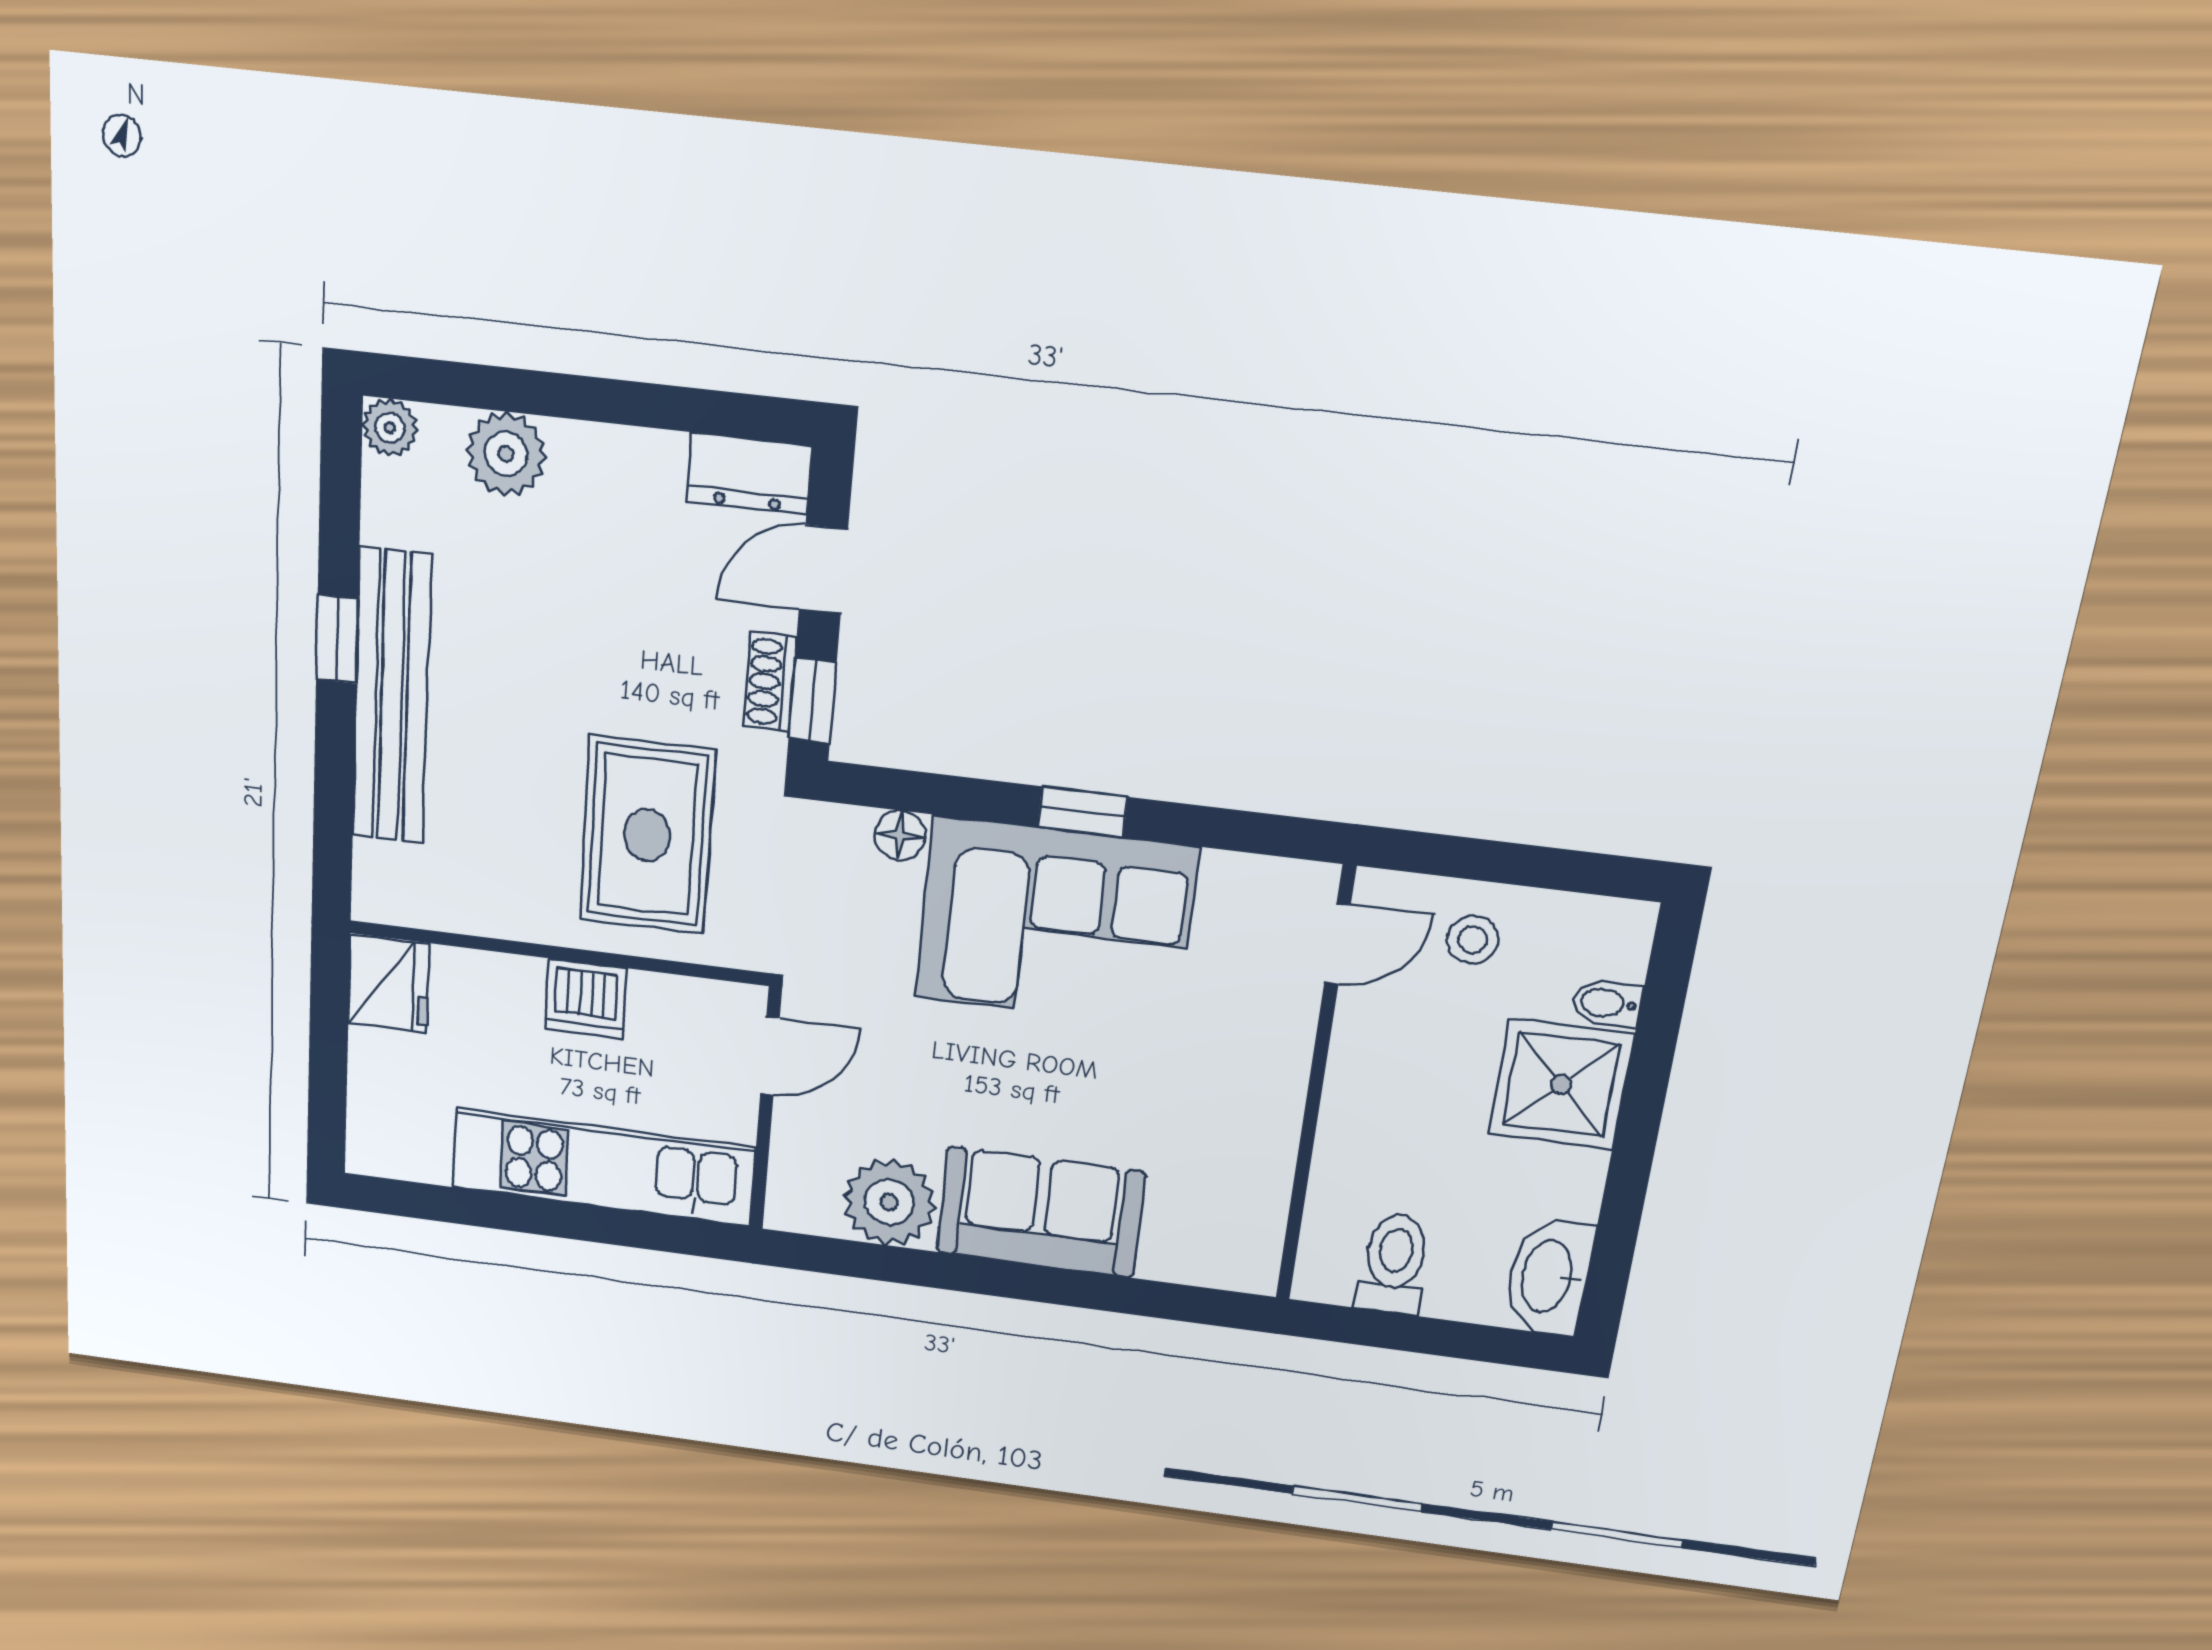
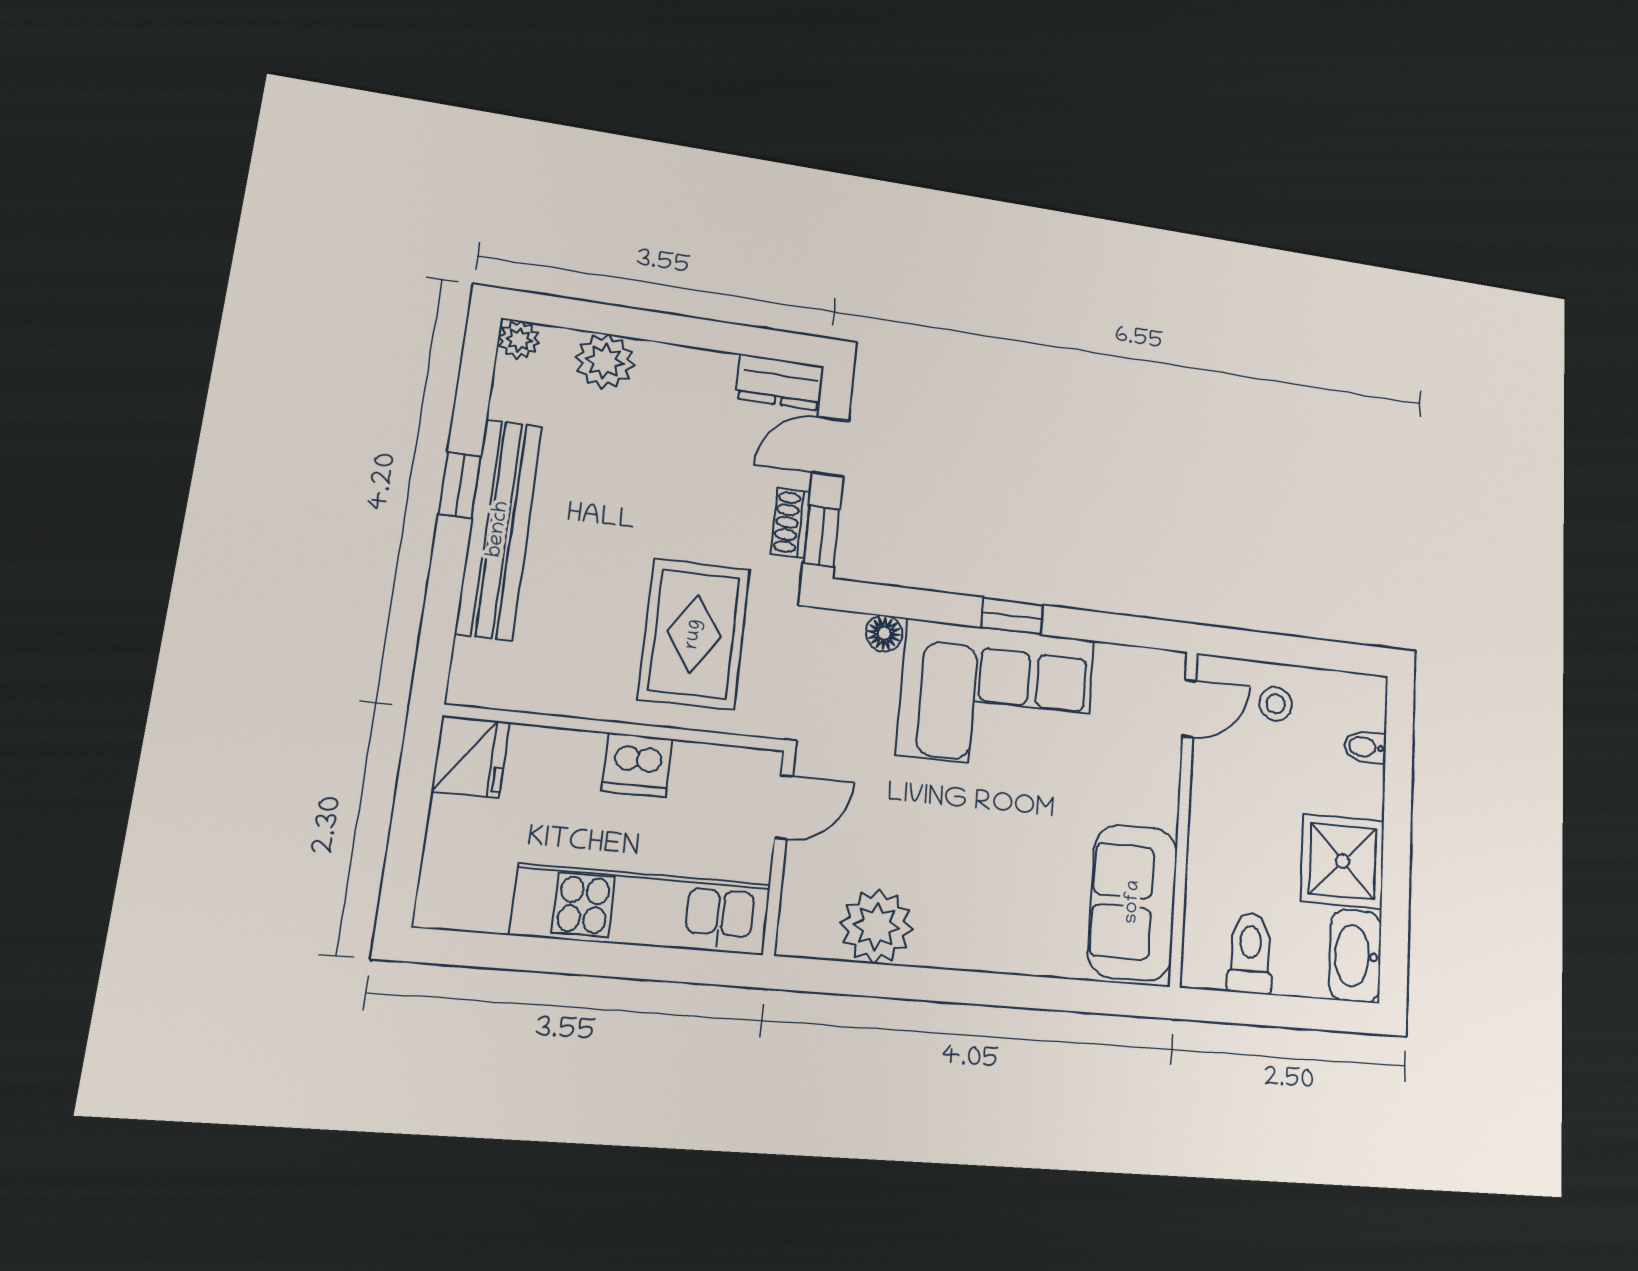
shower: (1561, 1084) -> (1343, 861), moved
sofa: (1040, 1212) -> (1133, 902), moved, turned -90

